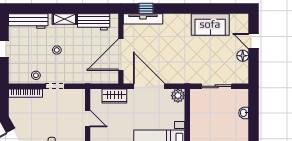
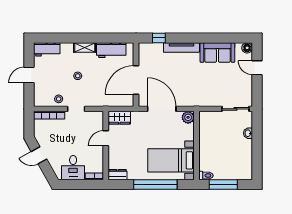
tv unit: (143, 19) -> (181, 47), moved
workbench: (28, 21) -> (47, 49), width x0.73
floor lamp: (243, 56) -> (247, 48), moved
sliding door: (217, 86) -> (236, 109), moved
wardrobe: (114, 96) -> (119, 118), moved
door: (88, 119) -> (106, 138), swing flipped

